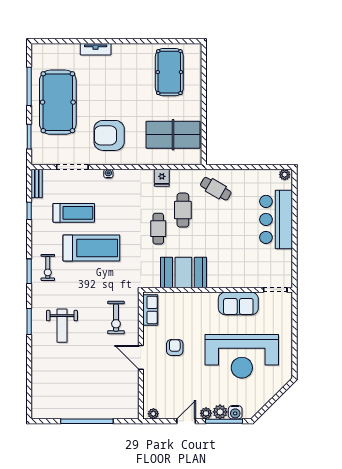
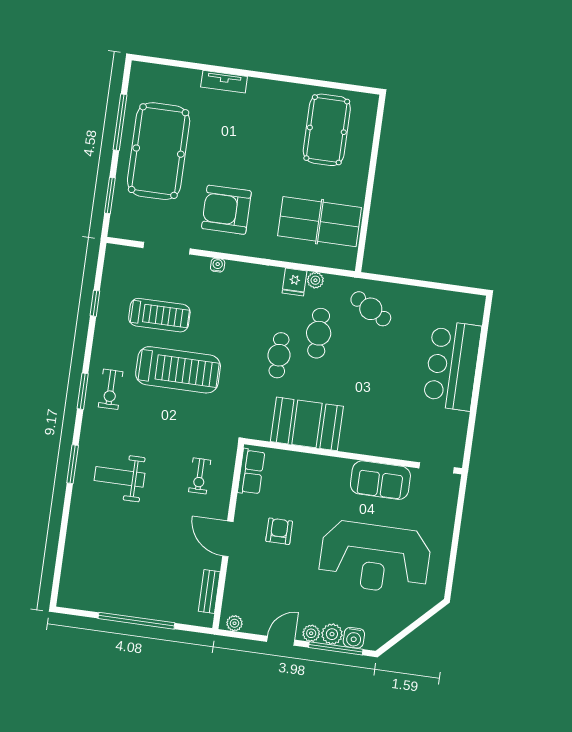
plant: (285, 175) -> (315, 280), moved
bench: (37, 184) -> (209, 591), moved
exercise bike: (116, 318) -> (200, 476), width x0.73, depth x0.72
weight bench: (62, 326) -> (120, 477), turned 90

